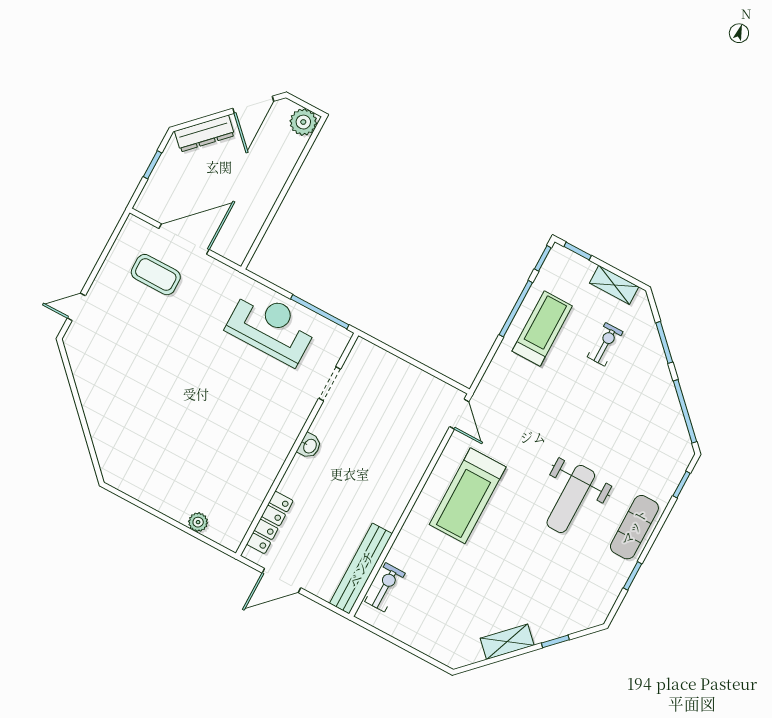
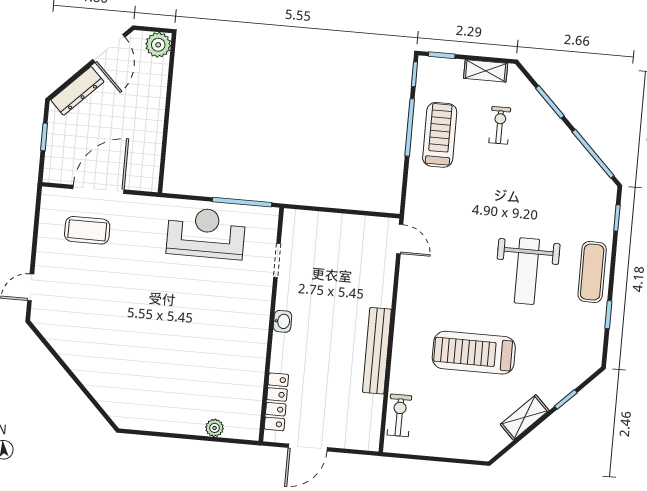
treadmill: (468, 496) -> (474, 353), moved, turned 90
bench: (361, 569) -> (377, 351), moved

